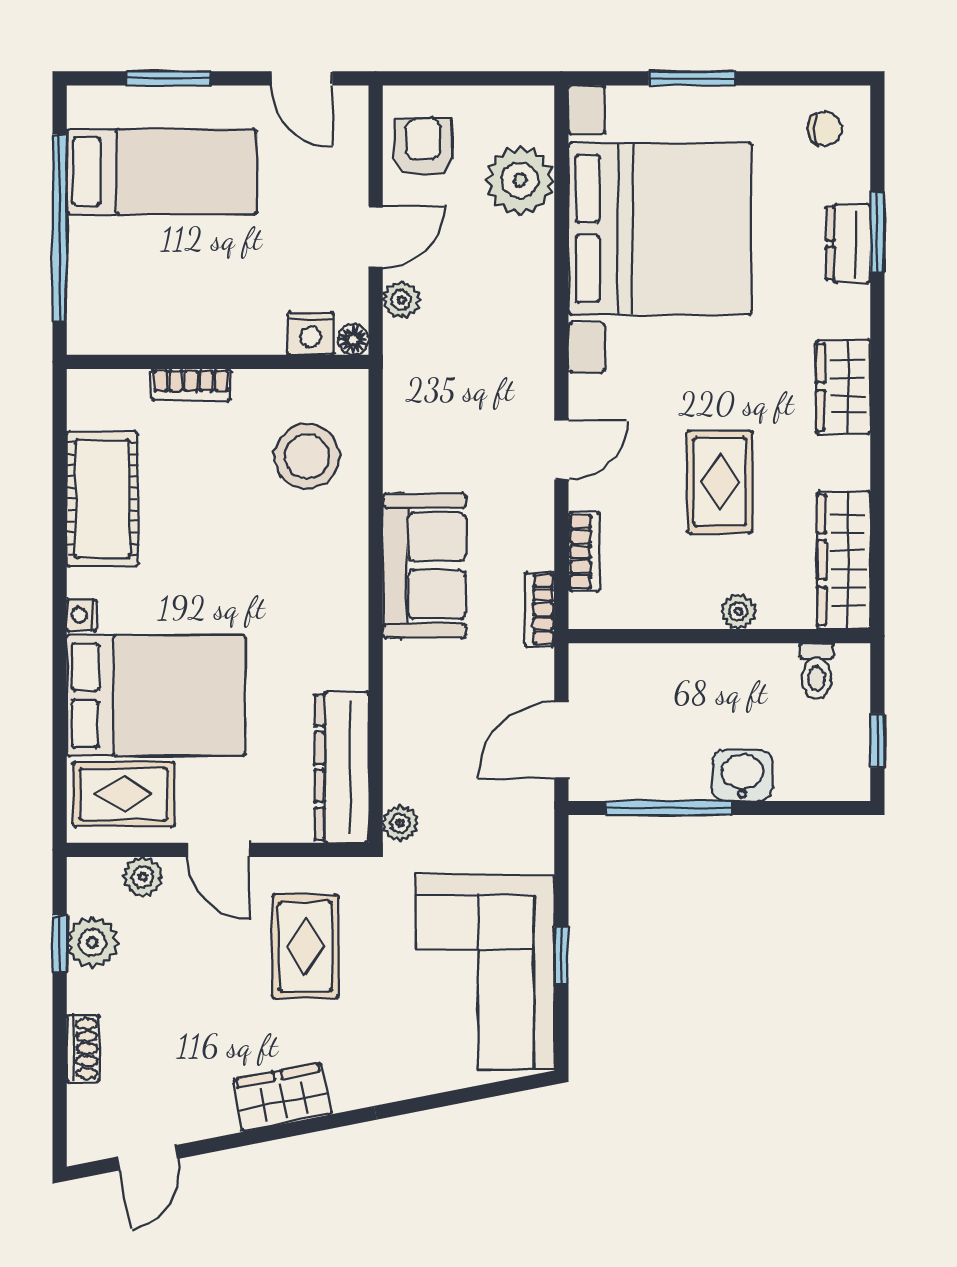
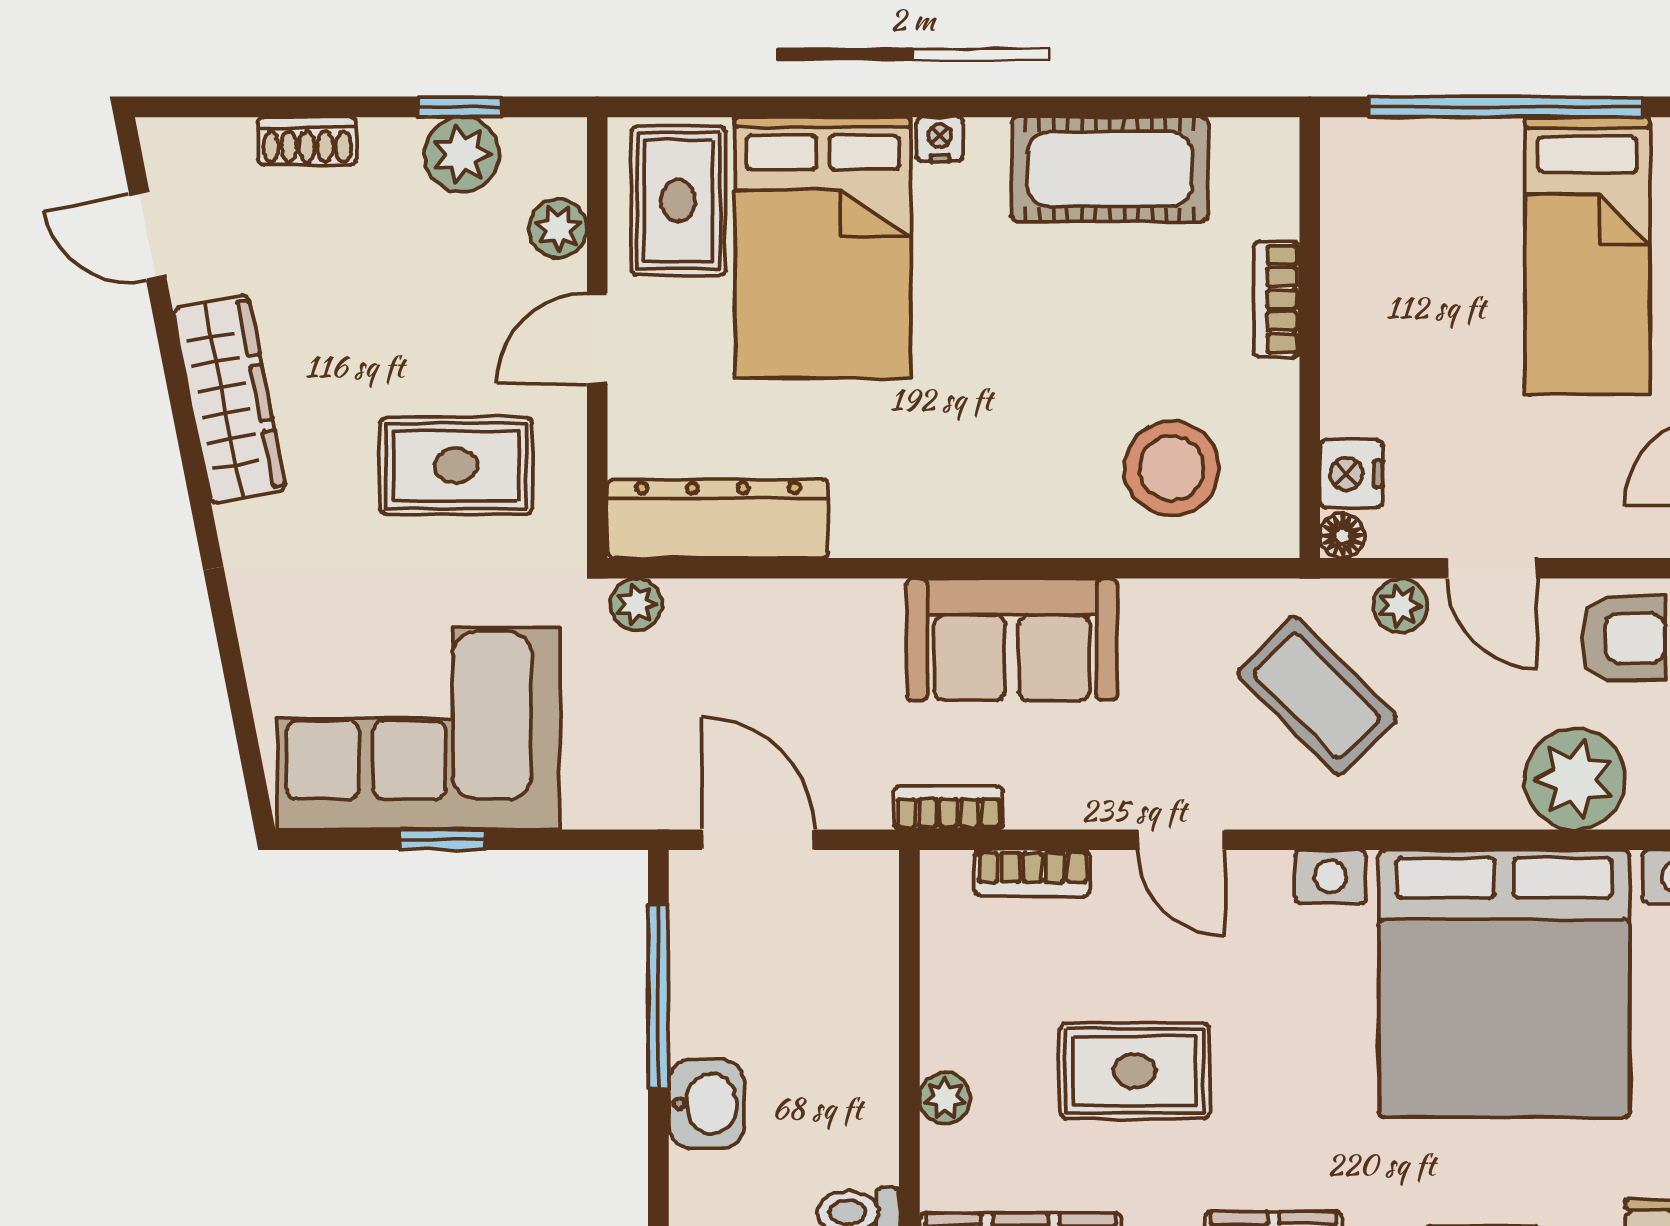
coffee table: (463, 357) -> (1317, 696), added
wardrobe: (282, 1097) -> (230, 399), width x1.50

